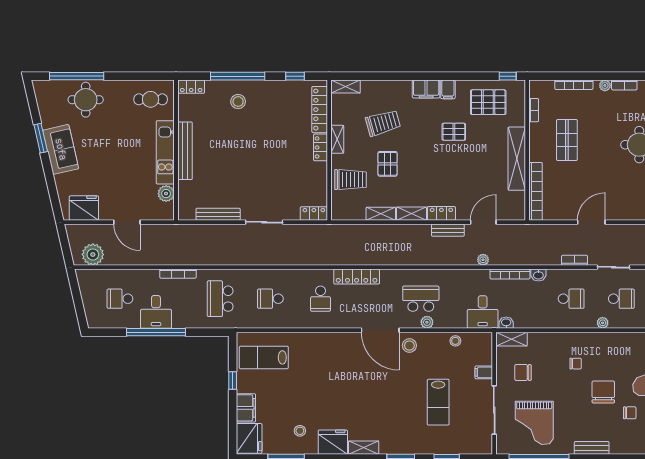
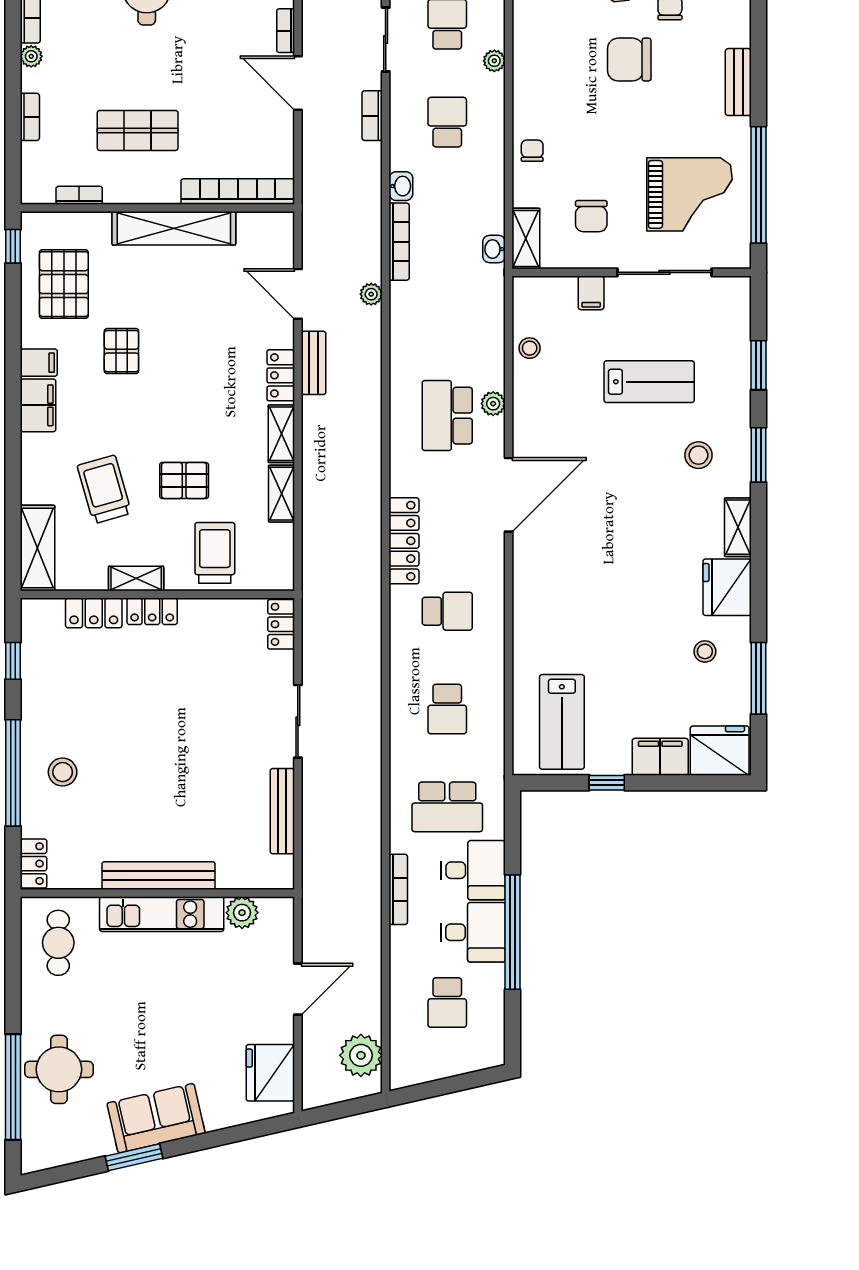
bookcase: (574, 85) -> (30, 117), width x0.64
shelving: (346, 87) -> (37, 548), width x1.50, depth x1.33
locker: (320, 110) -> (94, 613), width x0.66
bookcase: (618, 216) -> (286, 31), added
desk: (483, 312) -> (473, 870), moved
stool: (409, 346) -> (698, 455), moved
chair: (576, 364) -> (532, 151), moved

